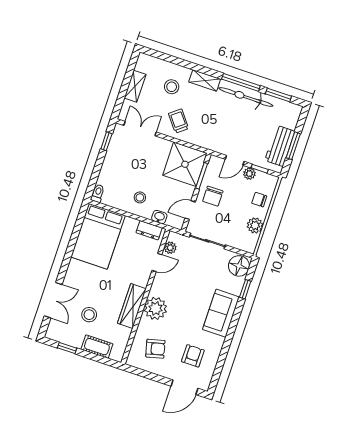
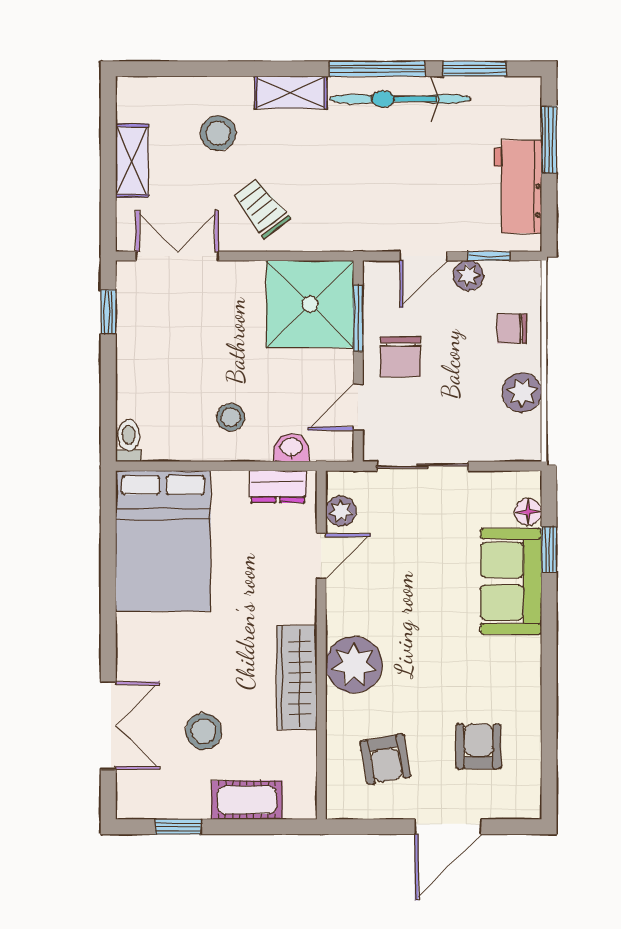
window: (293, 146) -> (549, 140), moved
floor lamp: (239, 266) -> (528, 512), width x0.53, depth x0.53
sofa: (221, 313) -> (511, 581), moved
armchair: (155, 349) -> (385, 759), turned 94
door: (184, 387) -> (448, 827), moved

